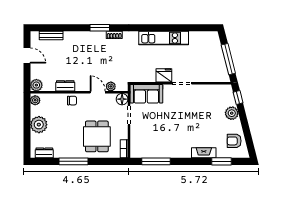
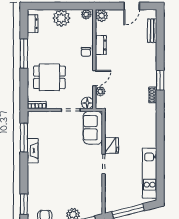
kitchen unit: (164, 38) -> (150, 173), moved
fireplace: (204, 153) -> (33, 151), moved

